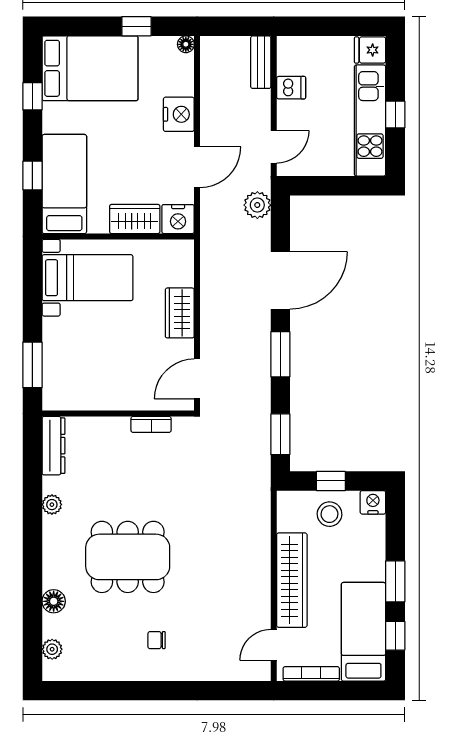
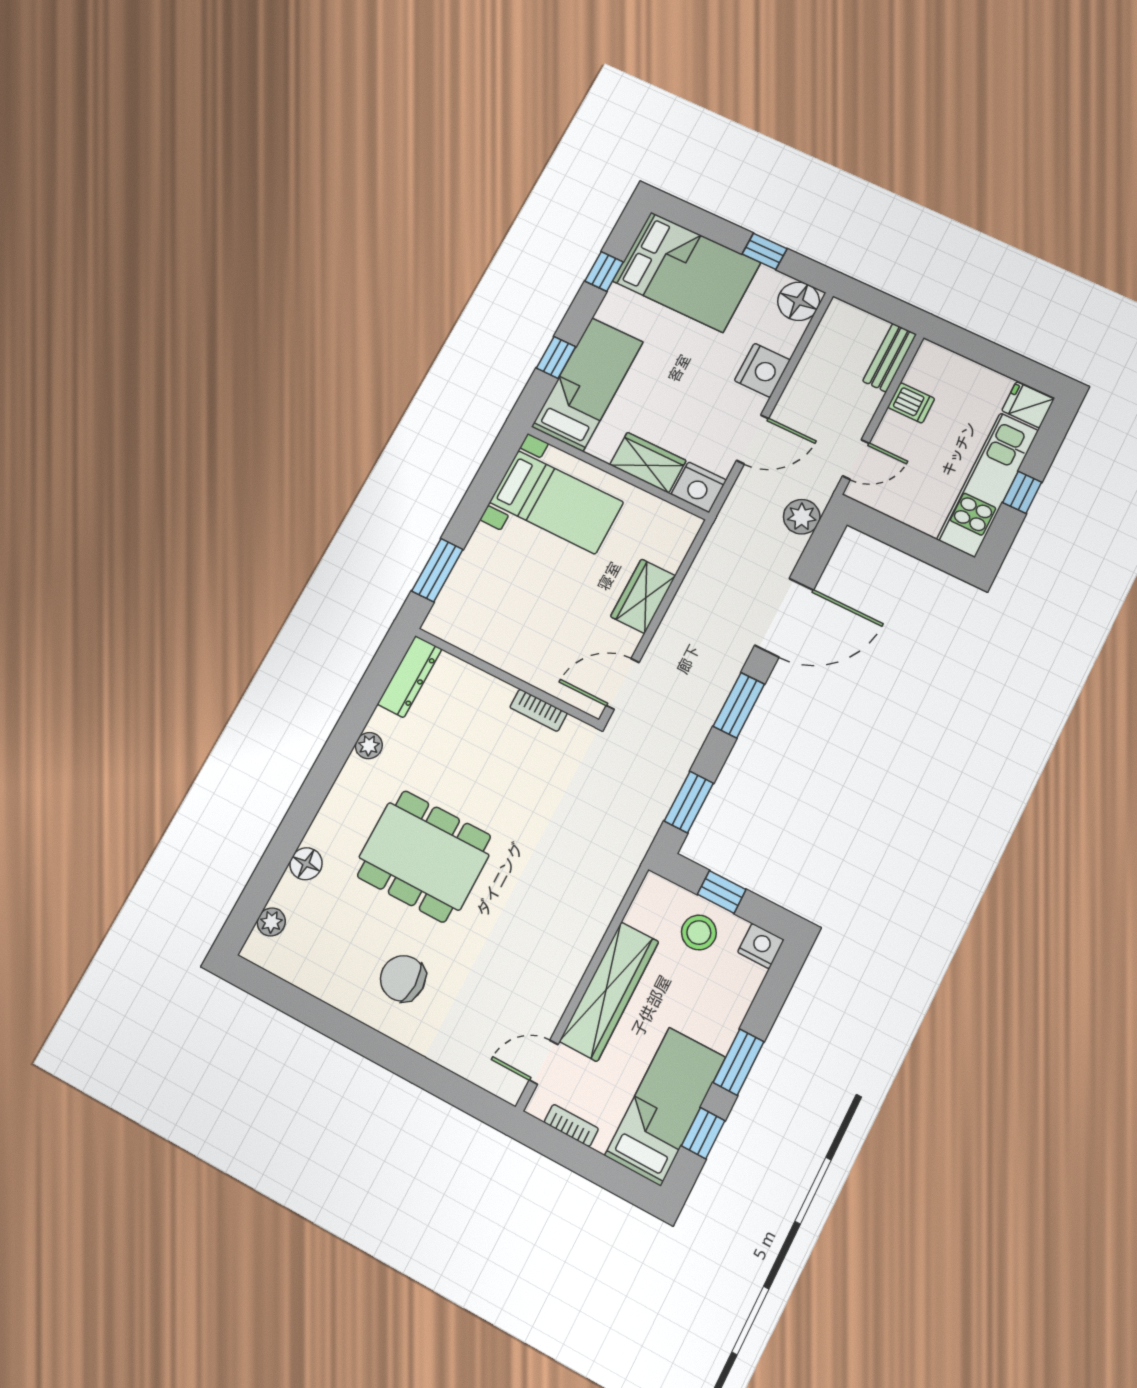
floor lamp: (186, 44) -> (799, 301), width x1.89, depth x1.89
chair: (157, 640) -> (403, 978), width x1.87, depth x1.87
bookcase: (311, 674) -> (571, 1126), width x0.64

